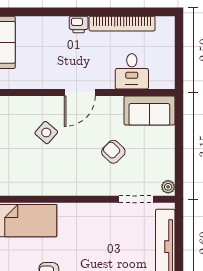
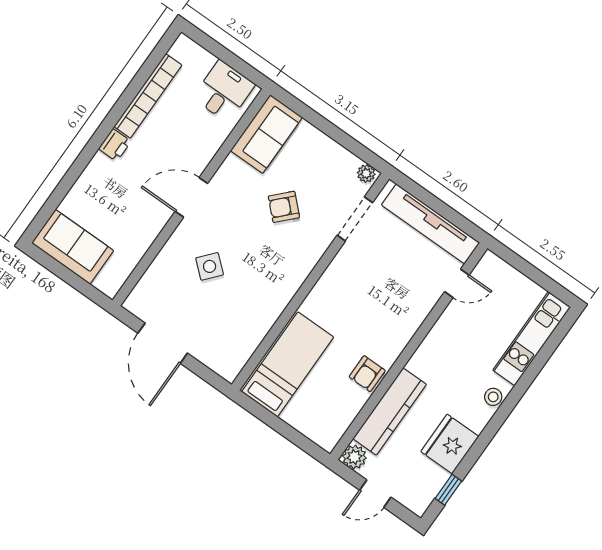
desk: (132, 71) -> (224, 91), moved, turned -90
door: (80, 92) -> (191, 197), swing flipped

